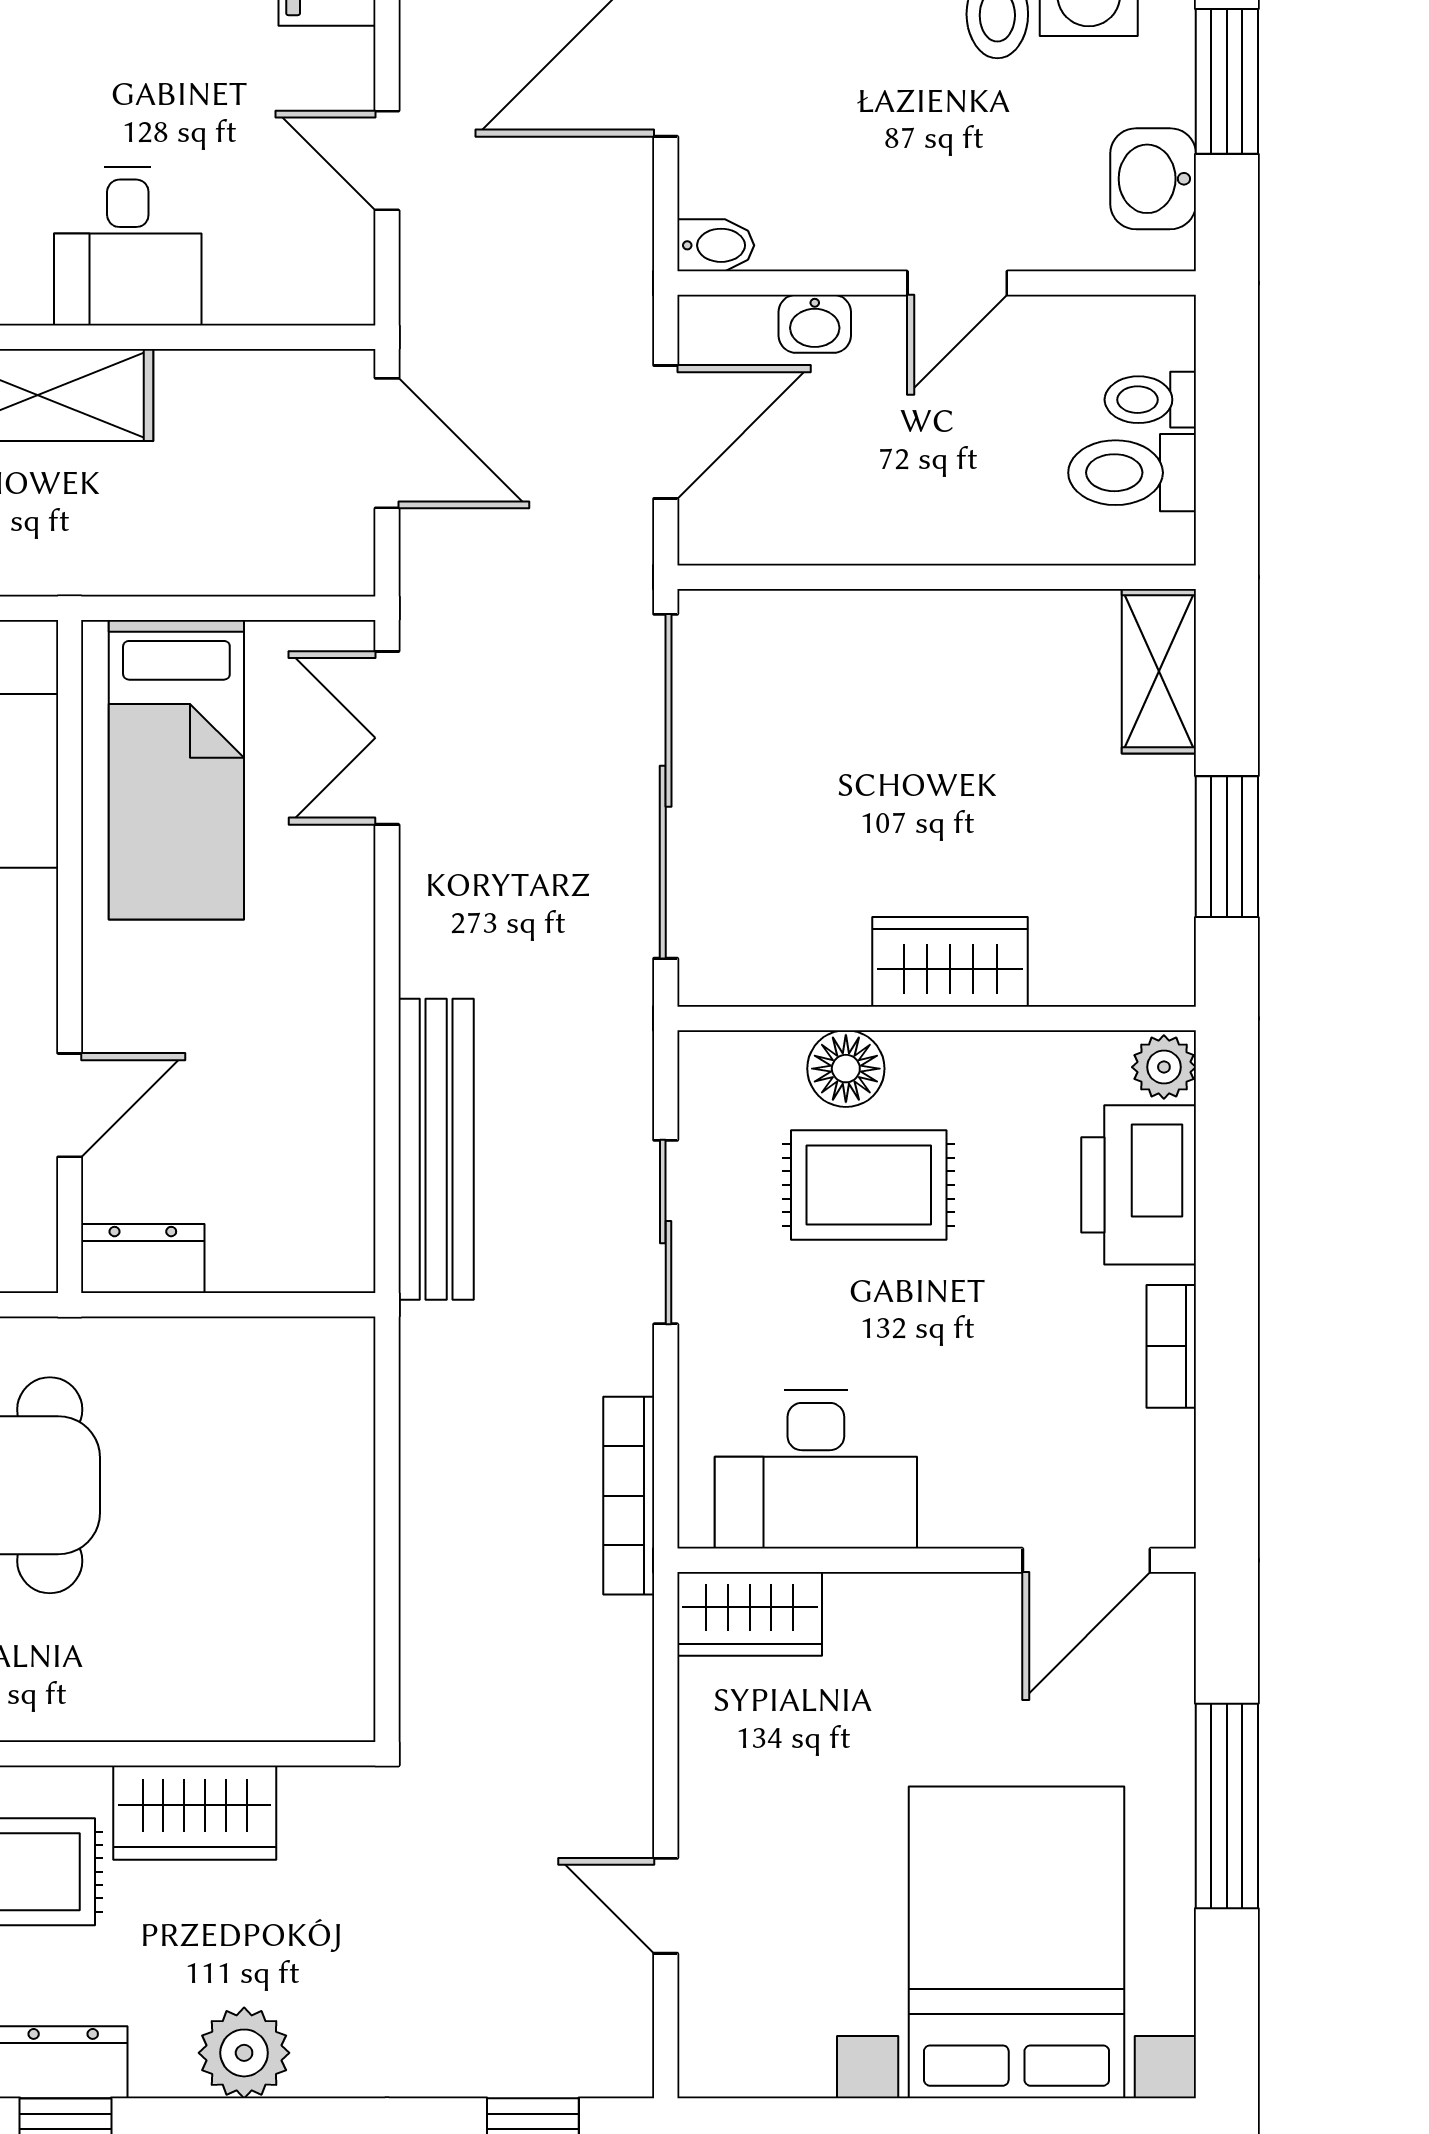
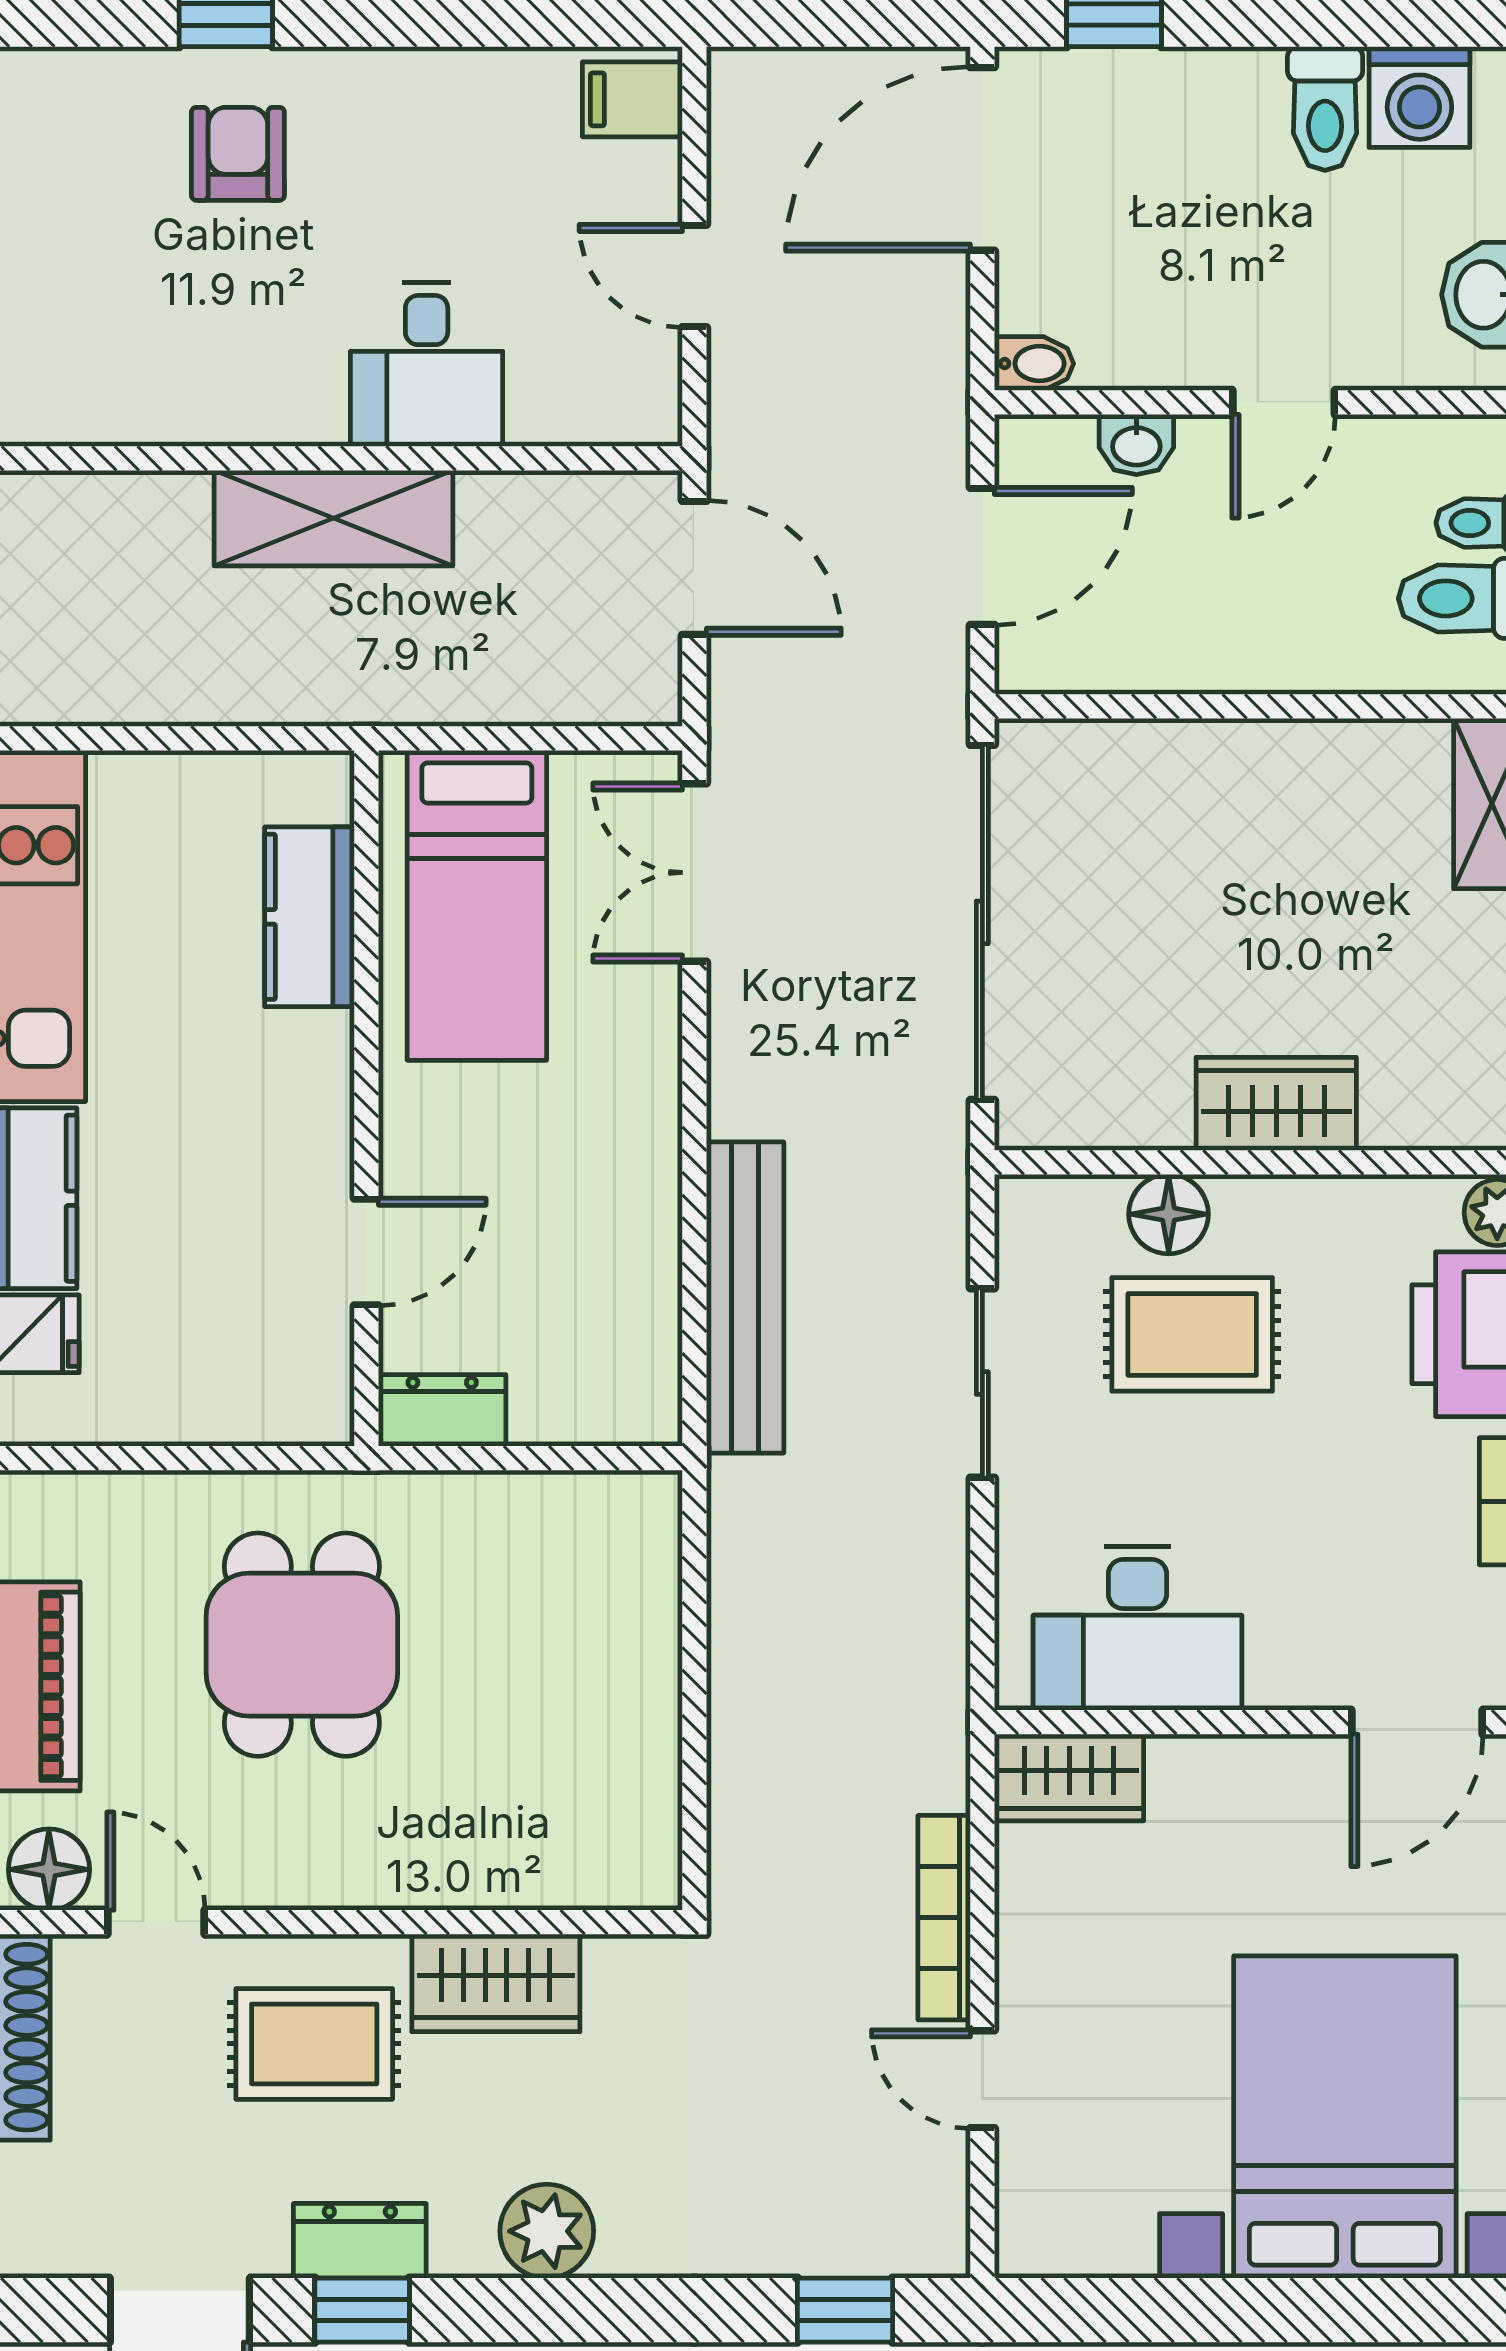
bookcase: (629, 1496) -> (944, 1918), moved

